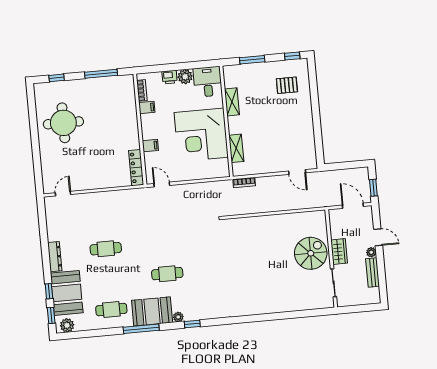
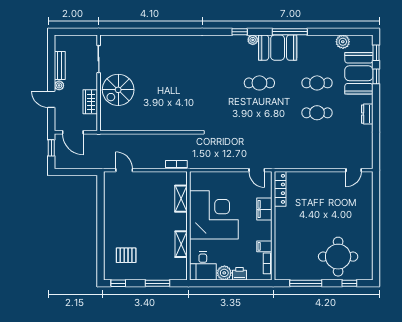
round table: (63, 123) -> (338, 257), moved
filing cabinet: (150, 146) -> (264, 209), width x2.00
wardrobe: (339, 251) -> (90, 102), moved
dresser: (55, 257) -> (367, 114), width x0.70
cafe table: (111, 310) -> (317, 83), moved
plant: (67, 325) -> (343, 42), moved

